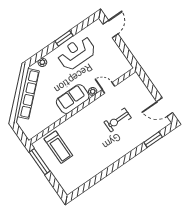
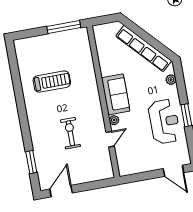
treadmill: (58, 147) -> (52, 82), moved, turned 180

